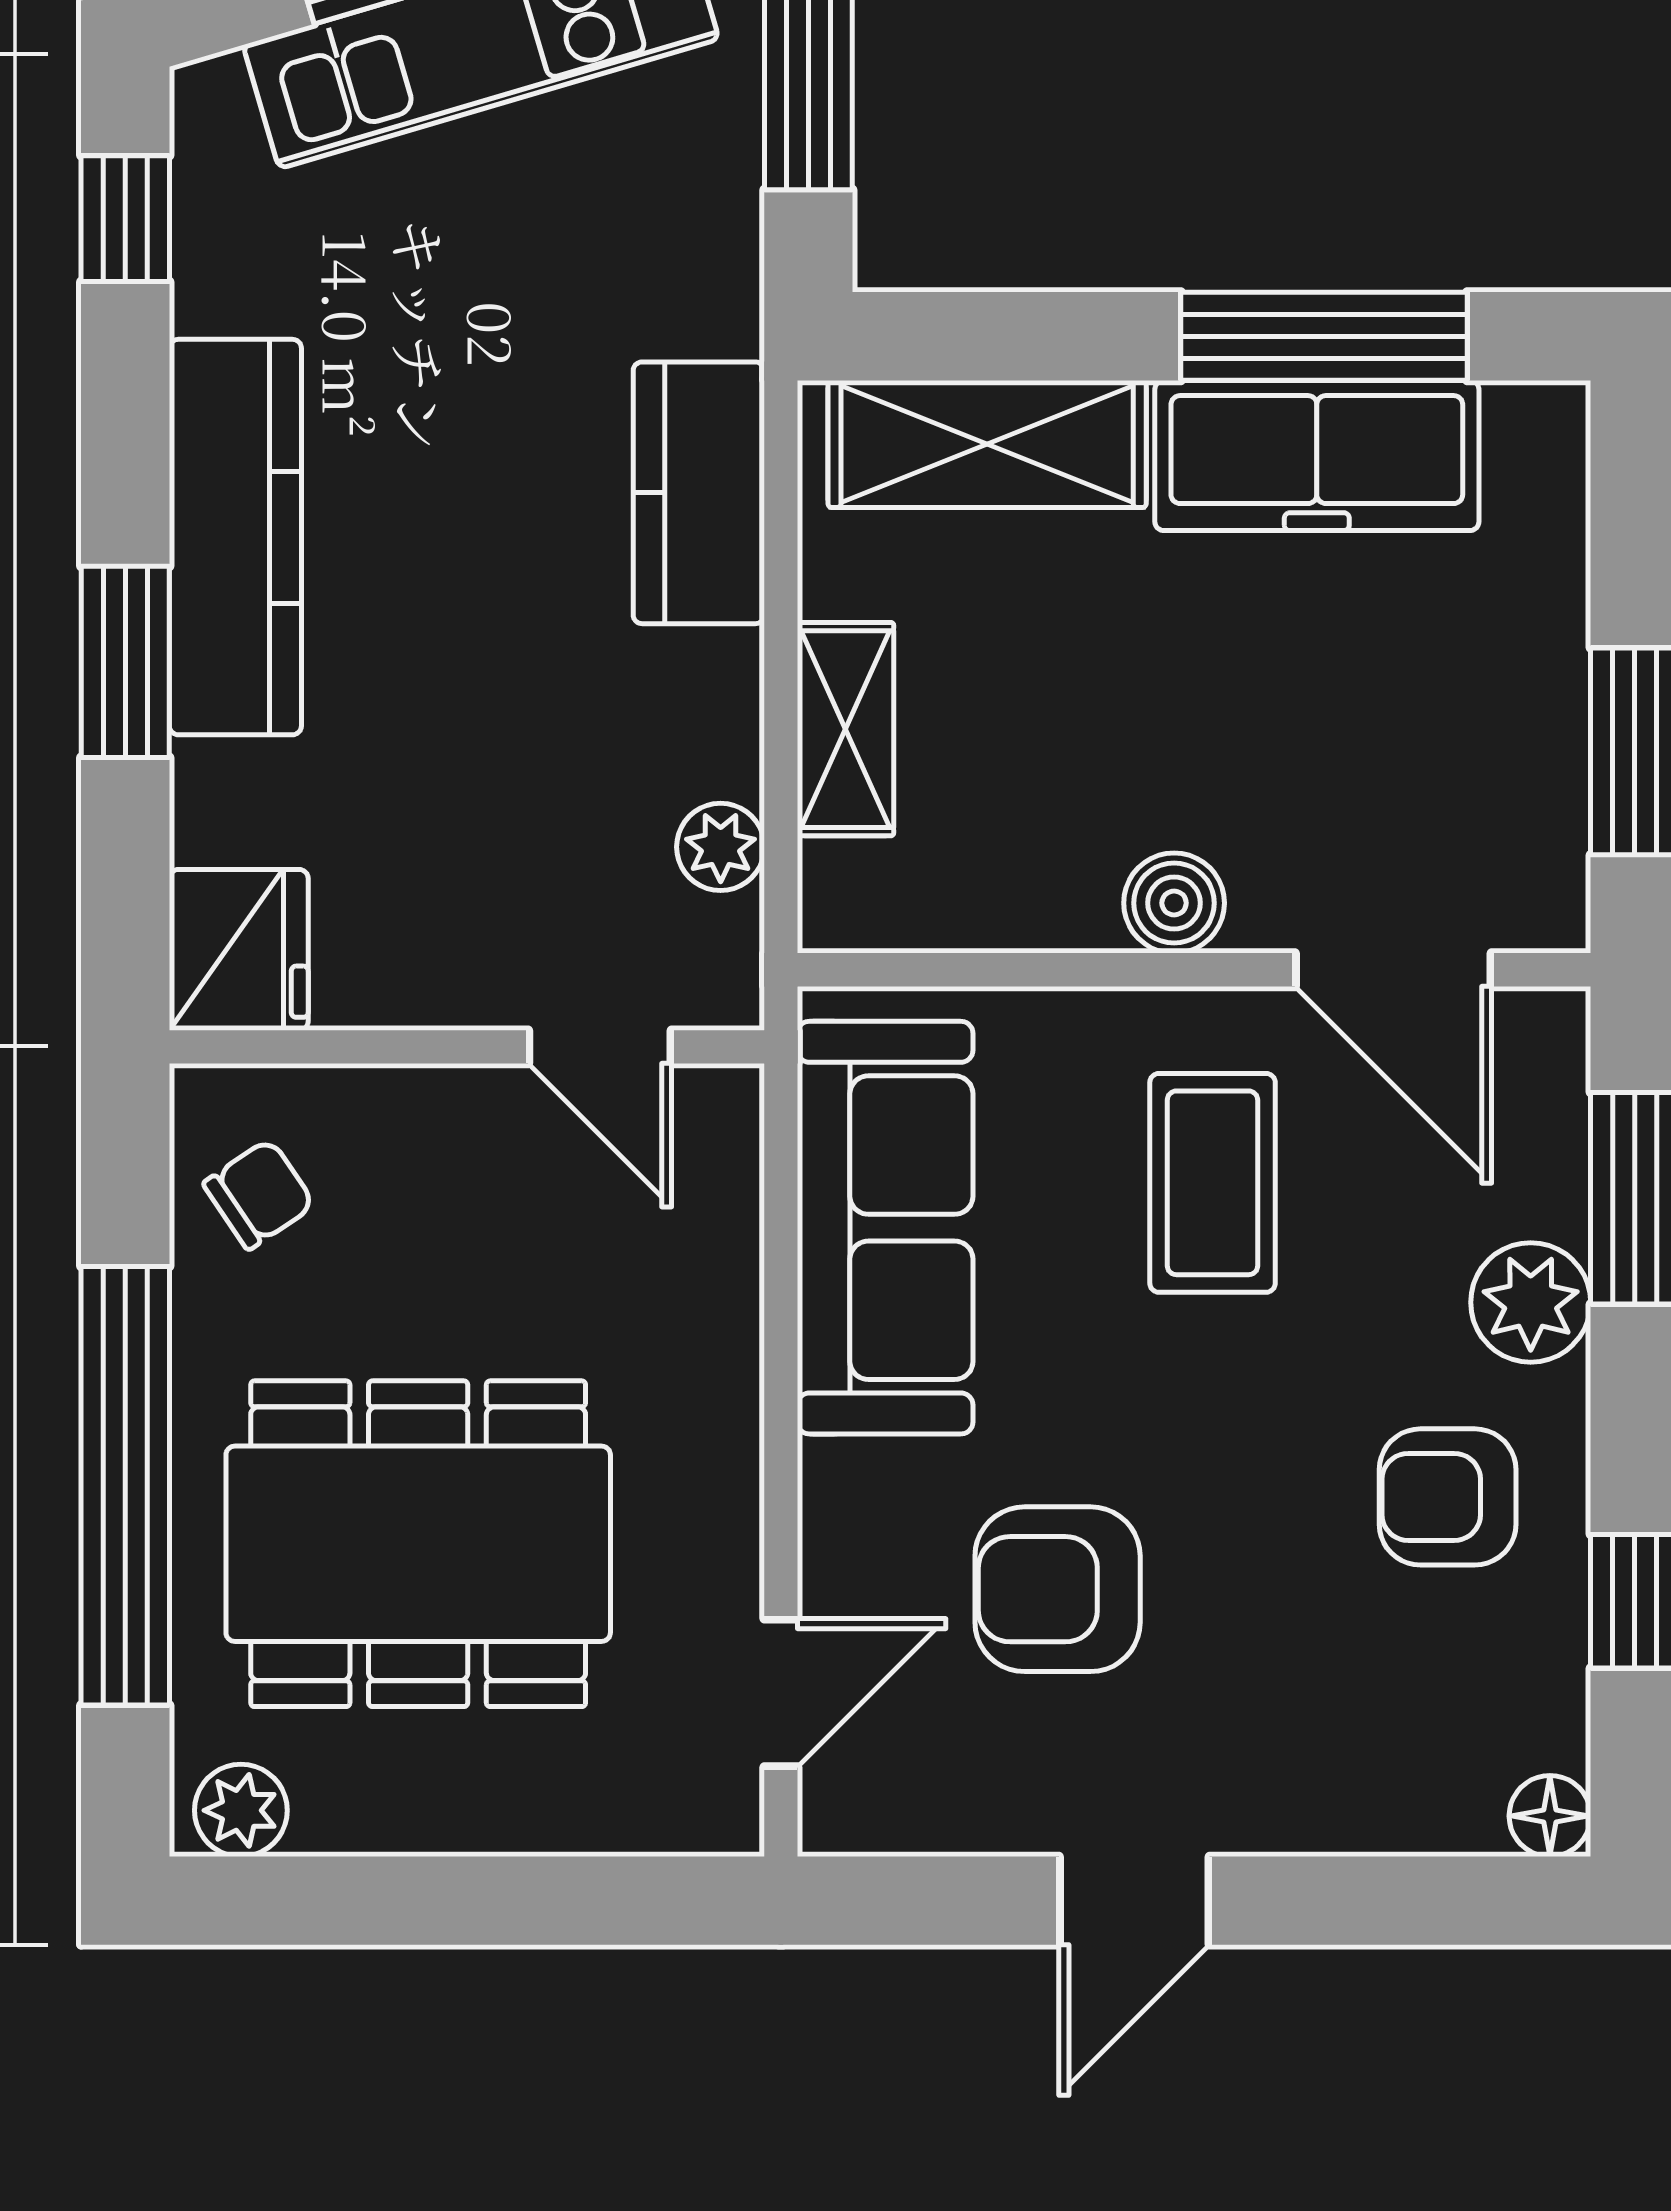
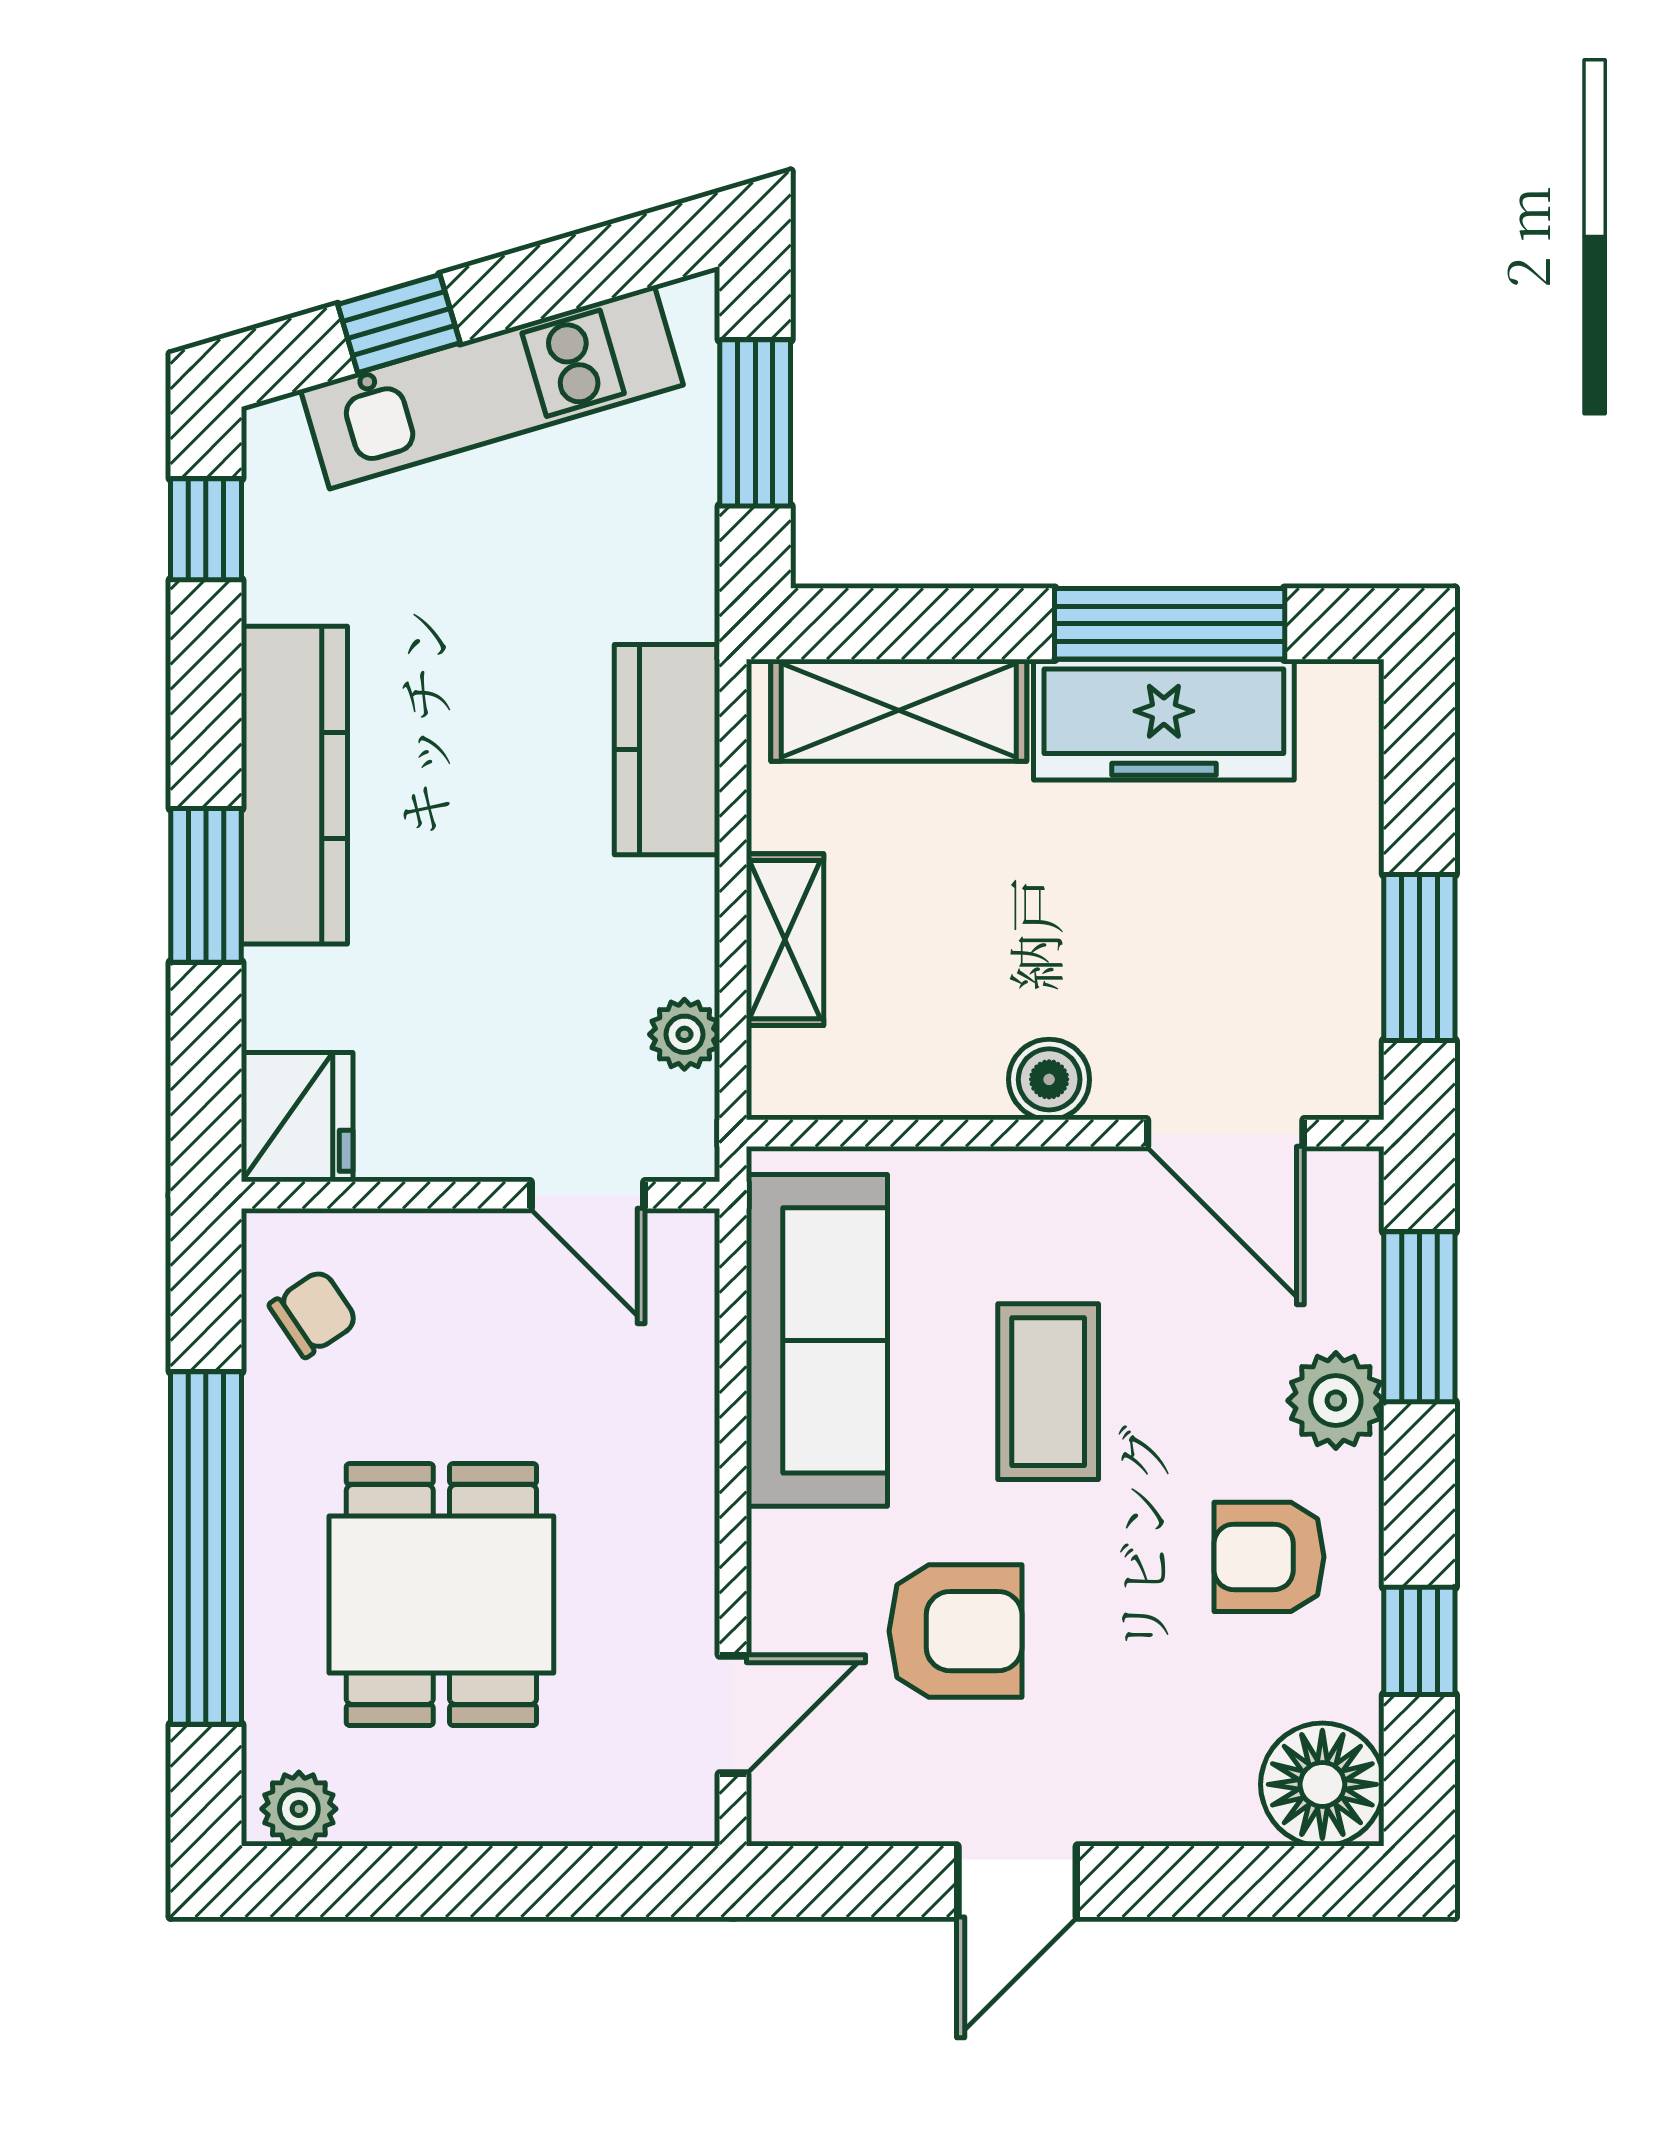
coffee table: (1213, 1183) -> (1048, 1392), moved
dining table: (418, 1544) -> (441, 1595), width x0.73
armchair: (1058, 1589) -> (955, 1631), turned 180
floor lamp: (1550, 1816) -> (1322, 1784), width x1.89, depth x1.89

